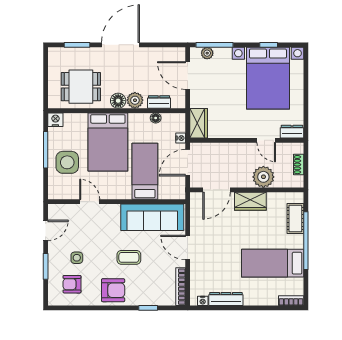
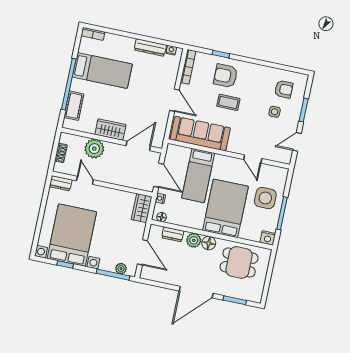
floor lamp: (156, 118) -> (162, 217), moved
door: (188, 163) -> (159, 175), hinge flipped
armchair: (113, 290) -> (226, 76), moved

